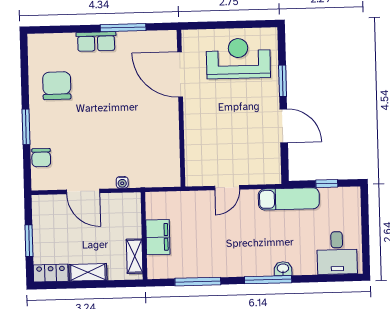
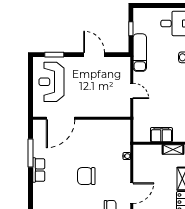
window: (283, 81) -> (54, 55), moved
chair: (57, 86) -> (86, 176), moved
door: (284, 126) -> (94, 55), hinge flipped
door: (83, 191) -> (132, 193), moved

